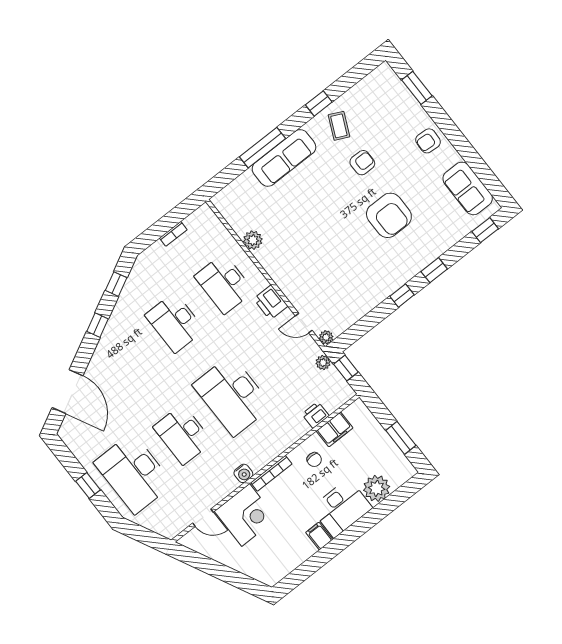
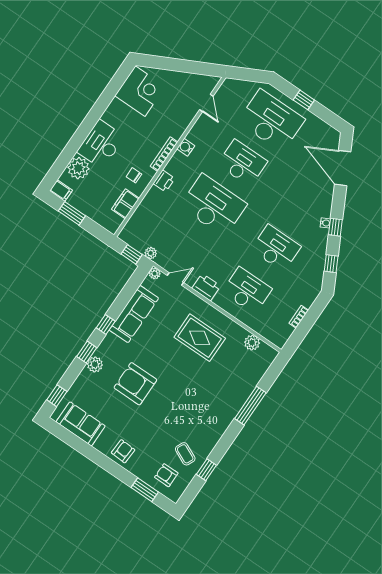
window: (319, 103) -> (206, 470), moved
coffee table: (339, 126) -> (185, 454), moved
sofa: (284, 158) -> (134, 314), moved, turned 180
armchair: (362, 163) -> (166, 475), moved, turned 90
plant: (253, 240) -> (252, 343), moved
rug: (297, 246) -> (200, 338), added
plant: (429, 253) -> (95, 364), added
water cooler: (108, 334) -> (325, 223), added
printer: (315, 415) -> (164, 181), moved
corner desk: (246, 515) -> (140, 91), moved, turned 180
door: (203, 518) -> (206, 103), swing flipped
filing cabinet: (319, 536) -> (61, 191), moved

